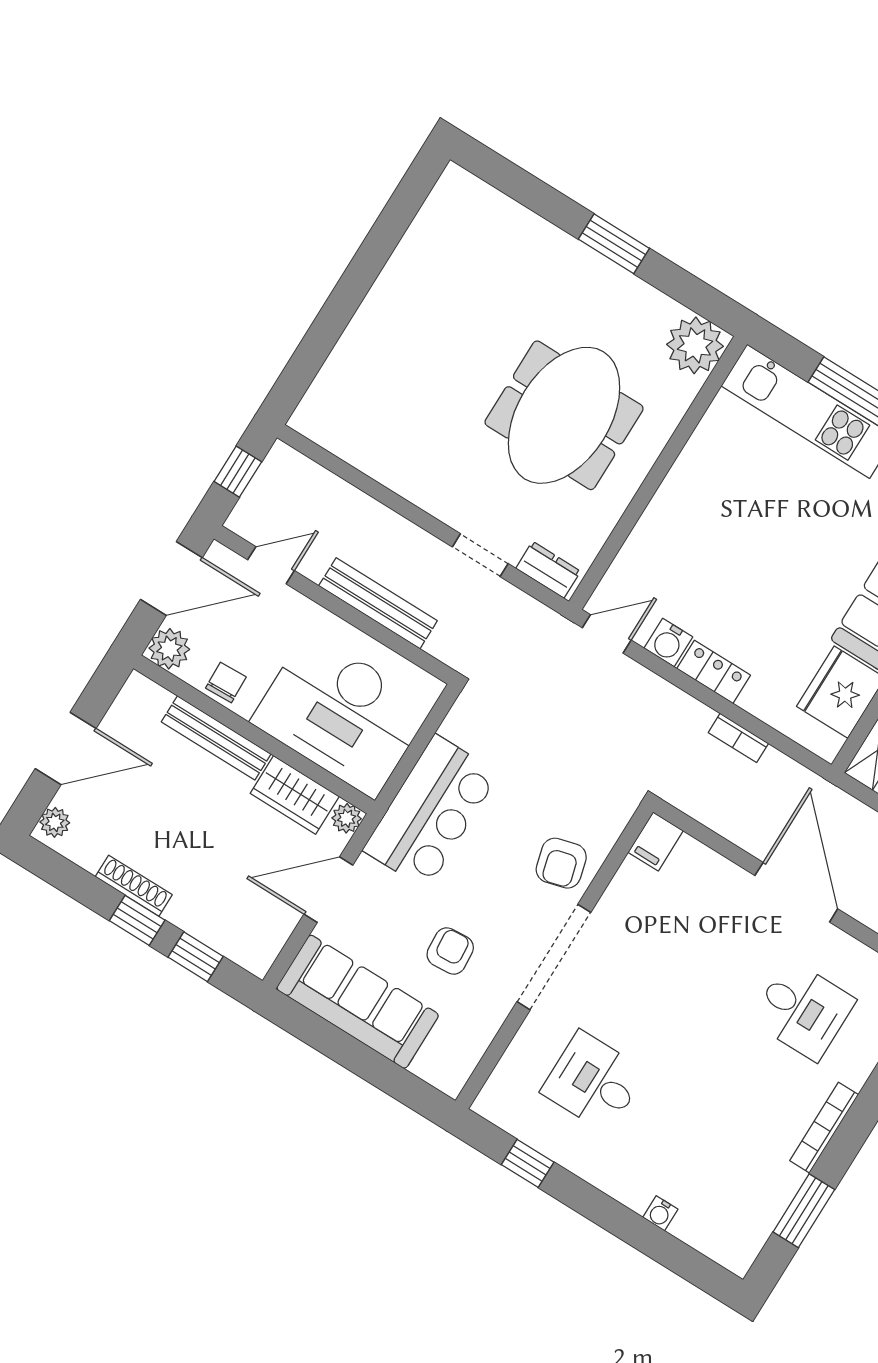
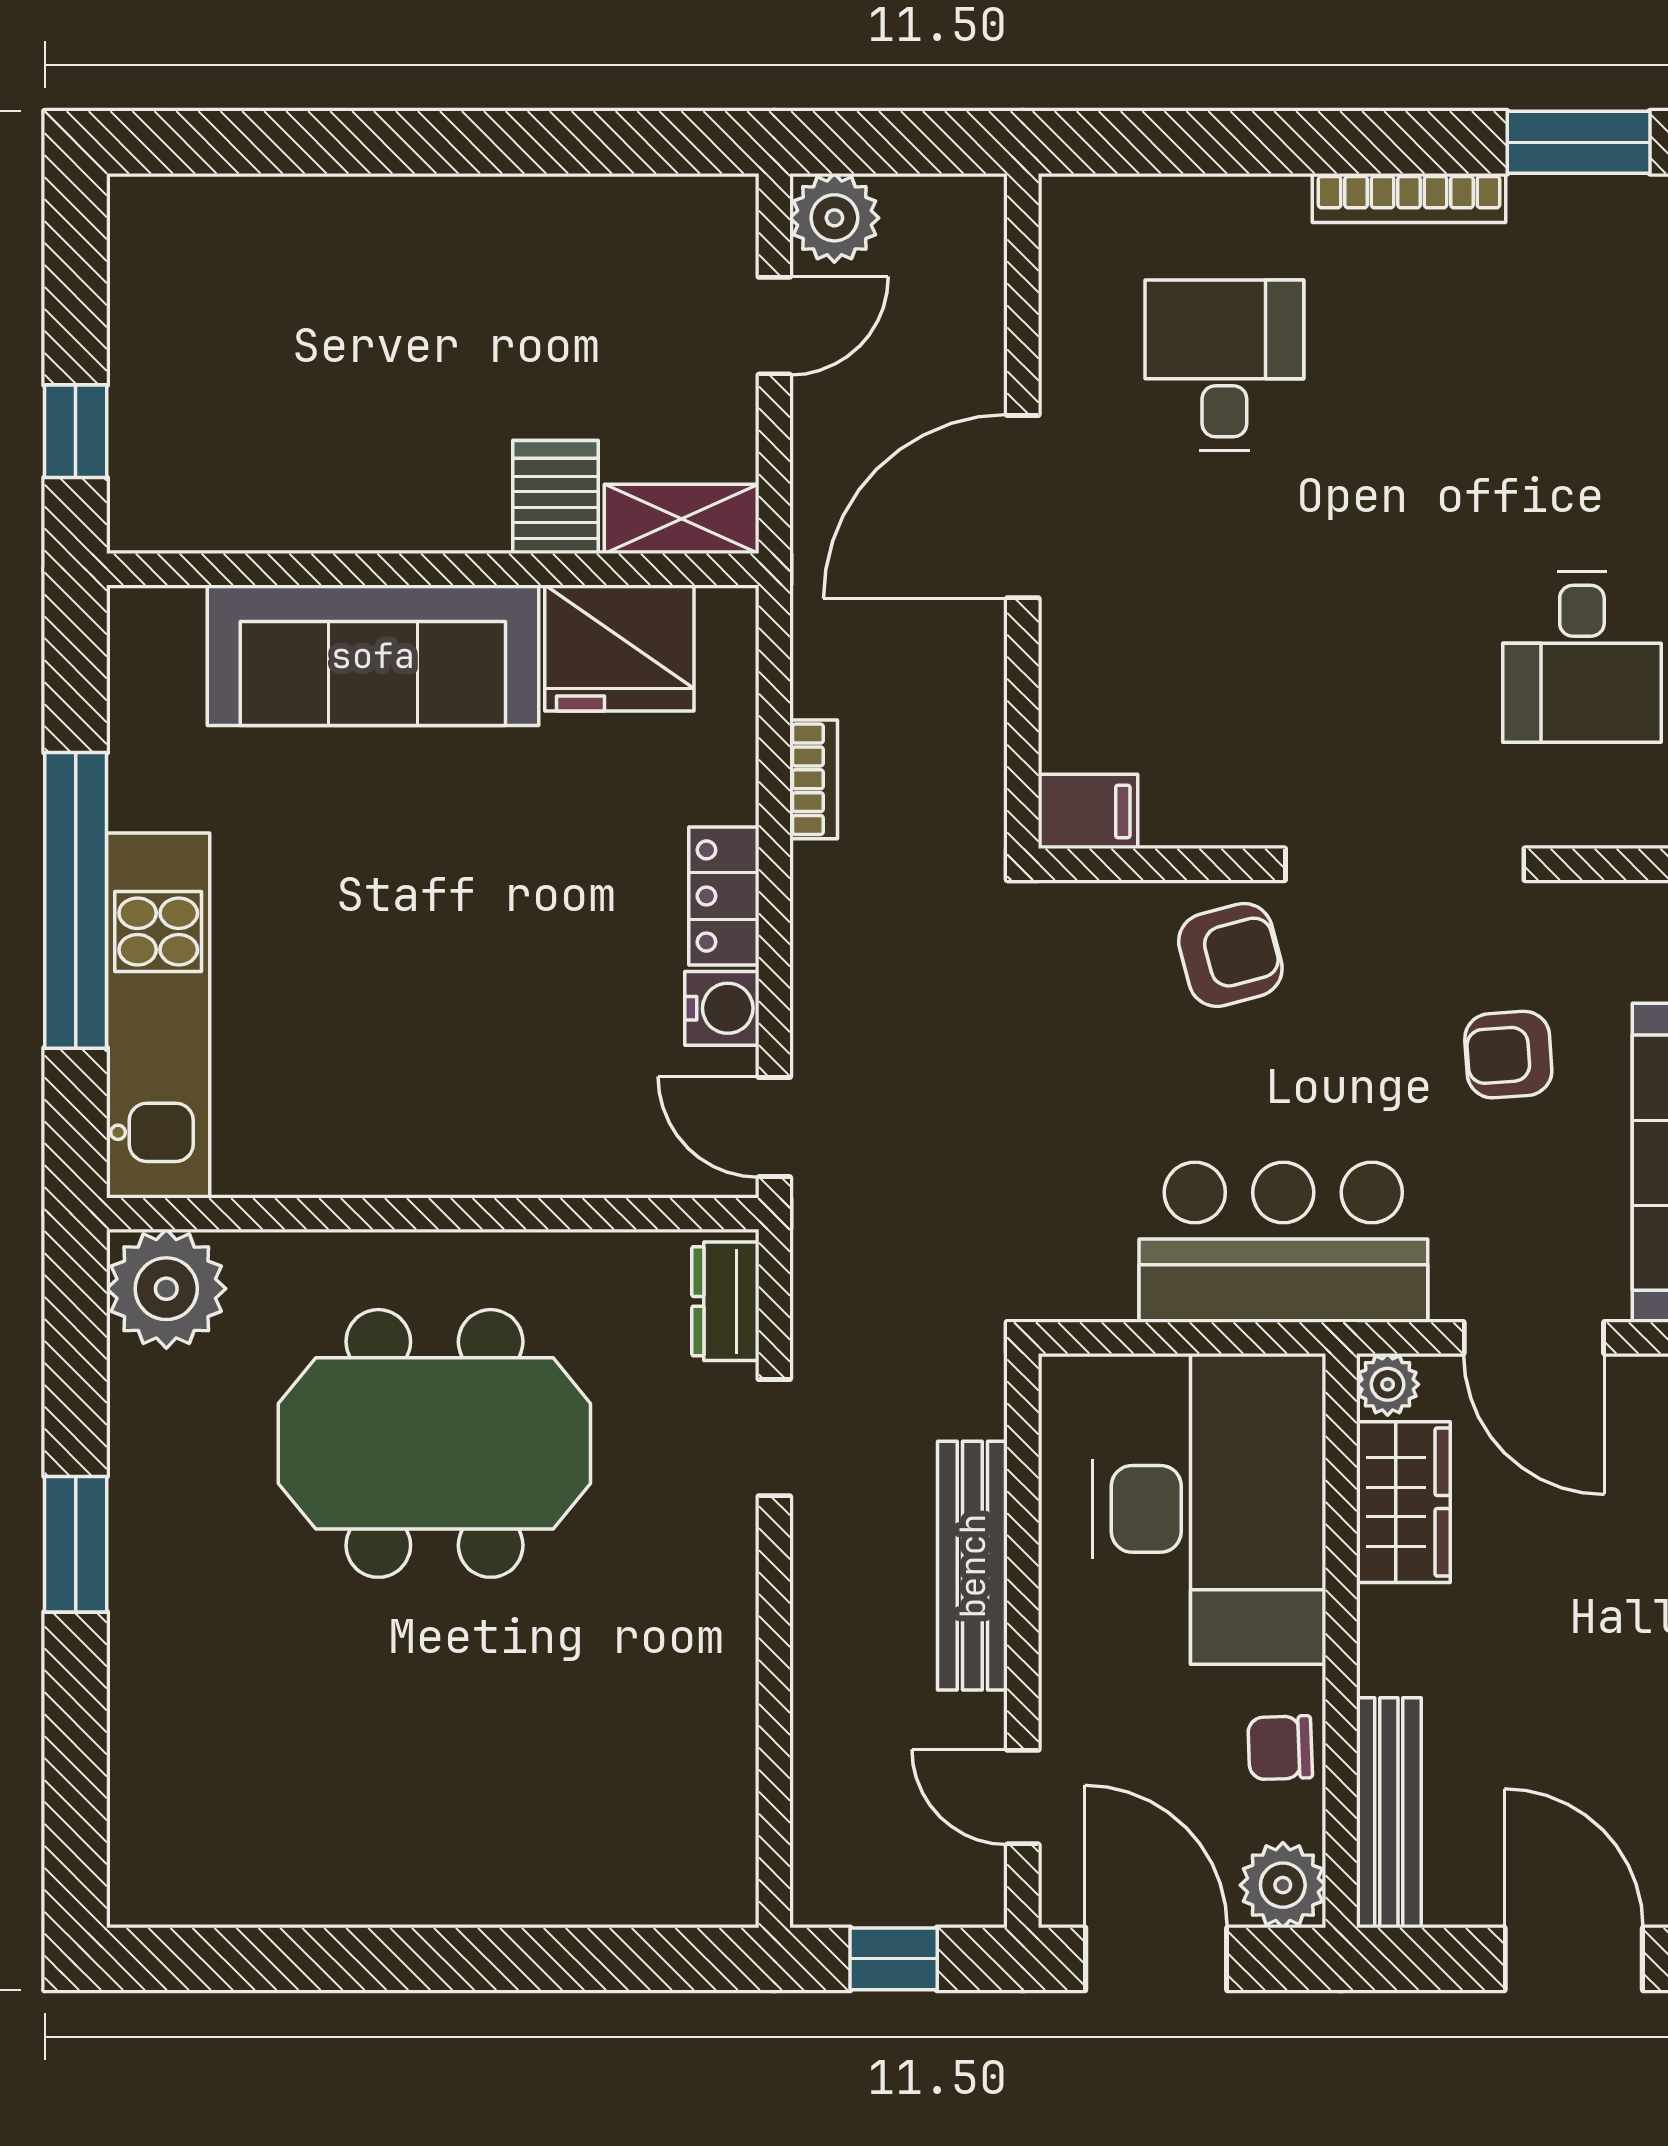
bench: (216, 738) -> (1389, 1813), moved

